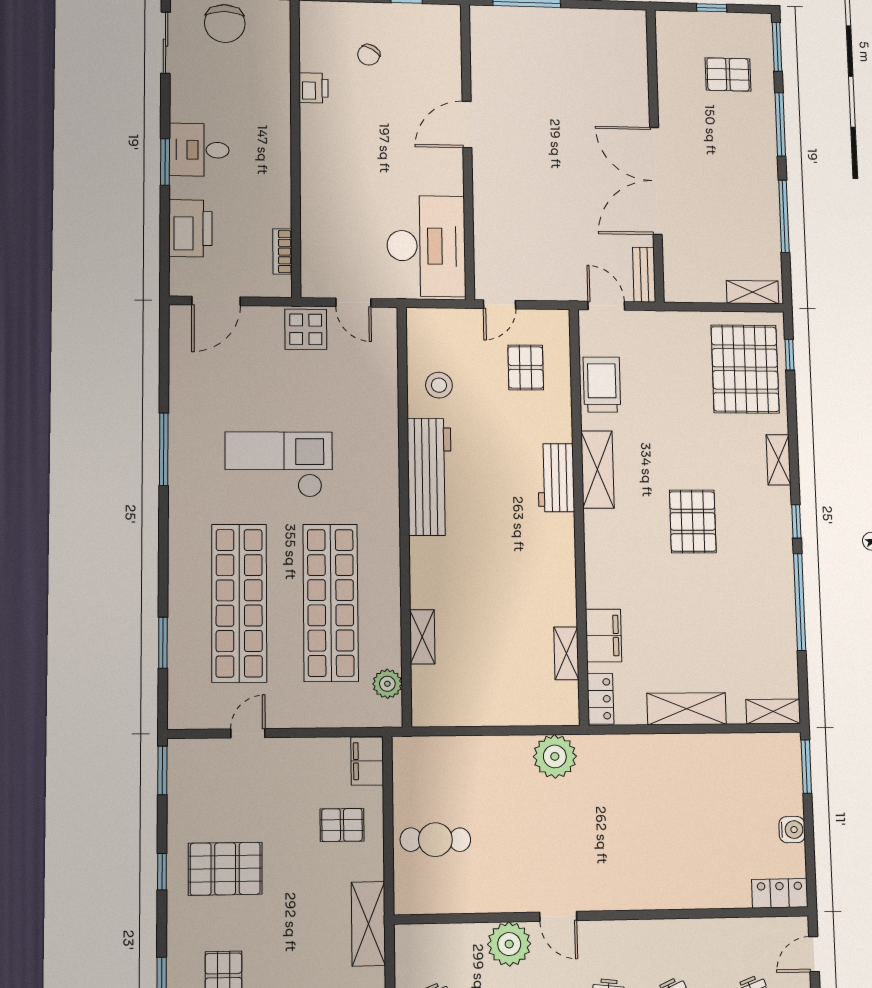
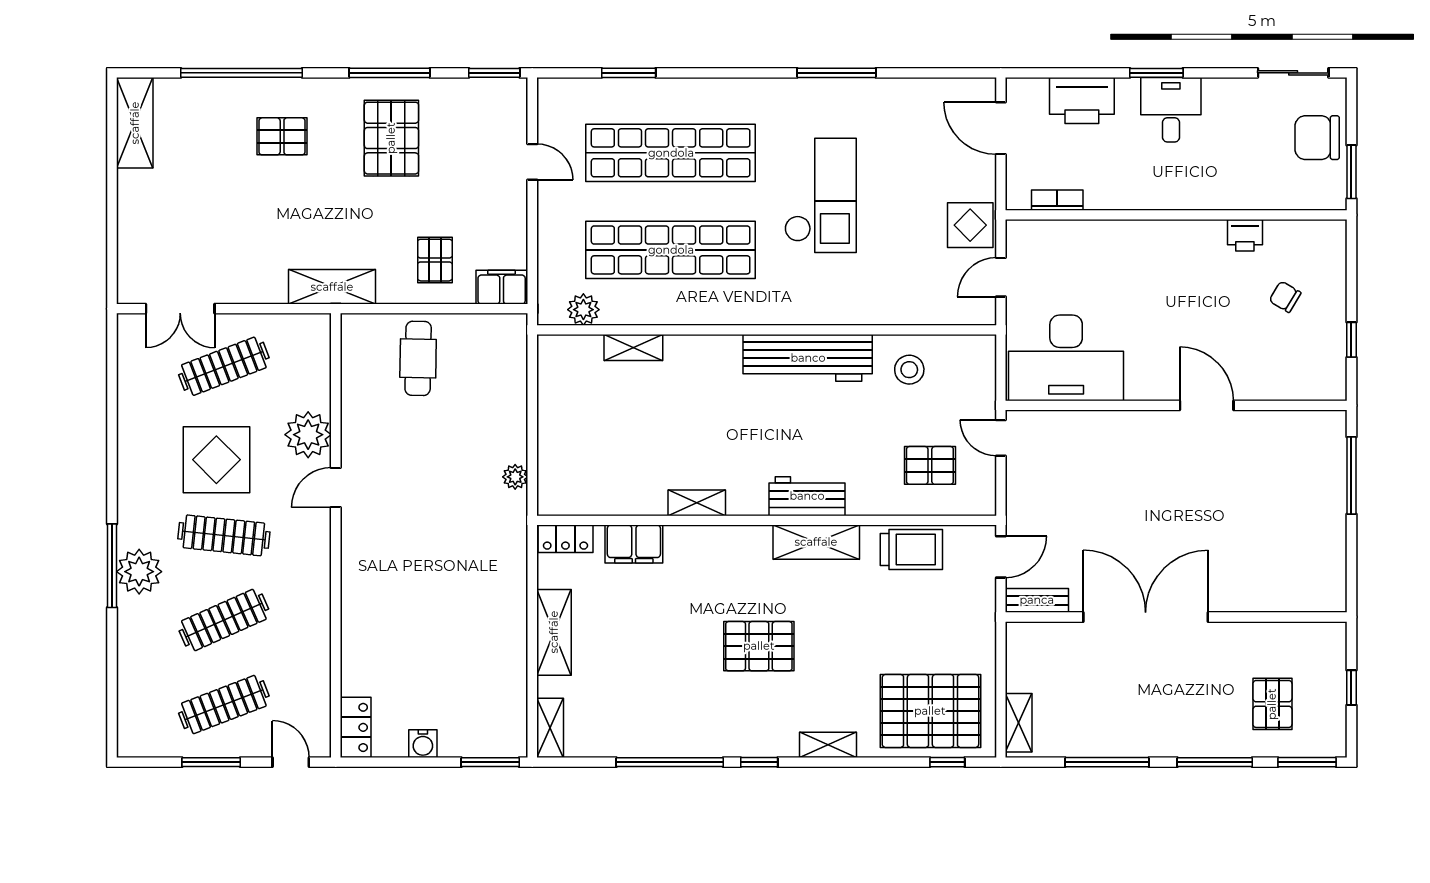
shelving: (566, 653) -> (697, 503), moved
plant: (555, 756) -> (515, 477), width x0.53, depth x0.53
window: (162, 872) -> (389, 73), width x2.17

